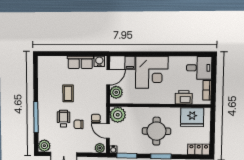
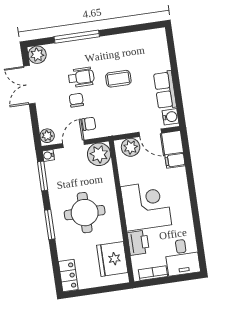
corner desk: (152, 72) -> (146, 206), moved, turned 180

